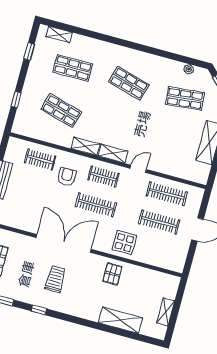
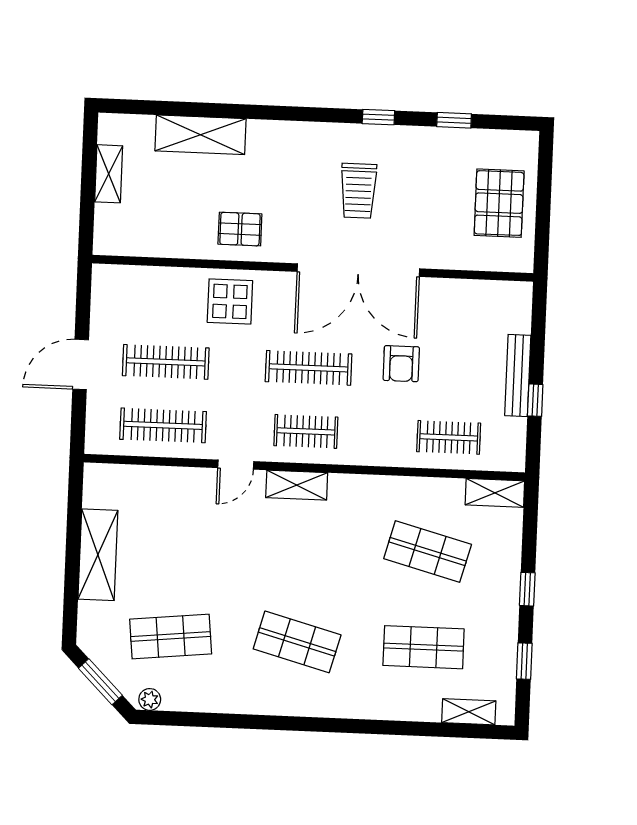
plant: (189, 69) -> (150, 699), moved
window: (16, 100) -> (527, 589), moved
shelving: (85, 146) -> (495, 493), moved
armchair: (67, 177) -> (401, 364), moved
pallet: (112, 274) -> (240, 229), turned 90

